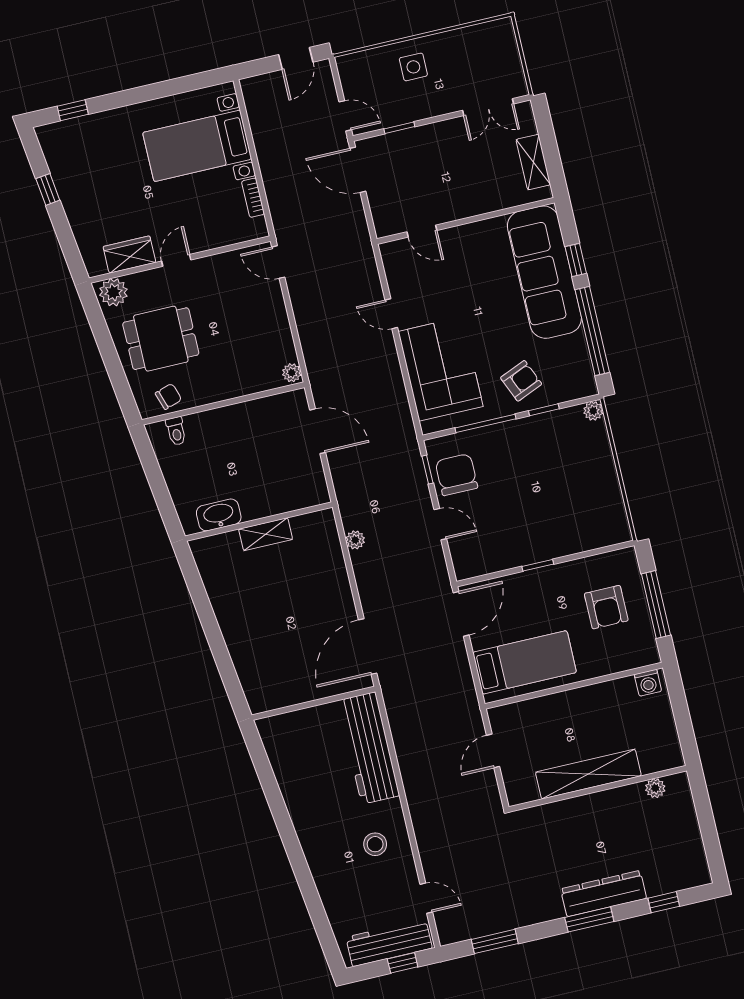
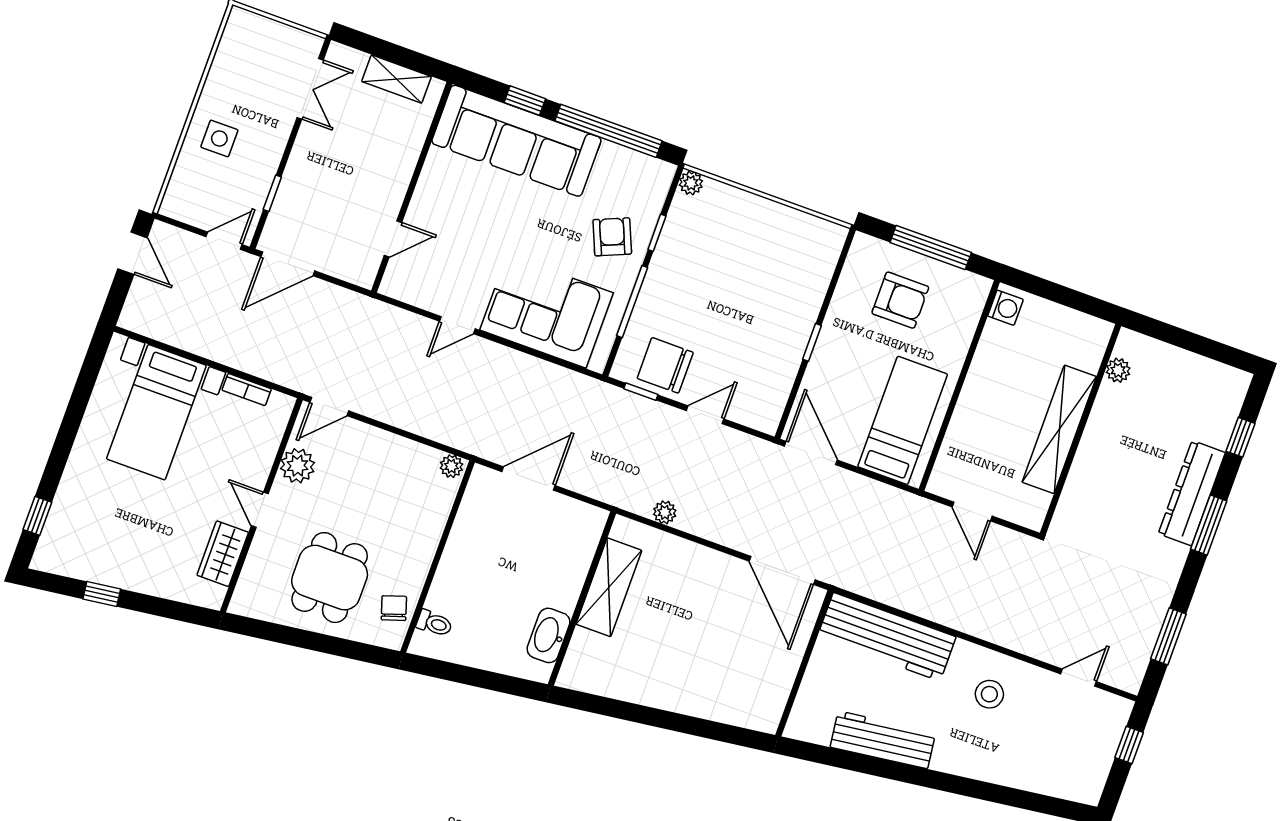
plant: (113, 292) -> (297, 466), moved
shelving: (266, 534) -> (609, 587), width x1.50, depth x1.33
workbench: (389, 943) -> (883, 740), moved, turned 83

